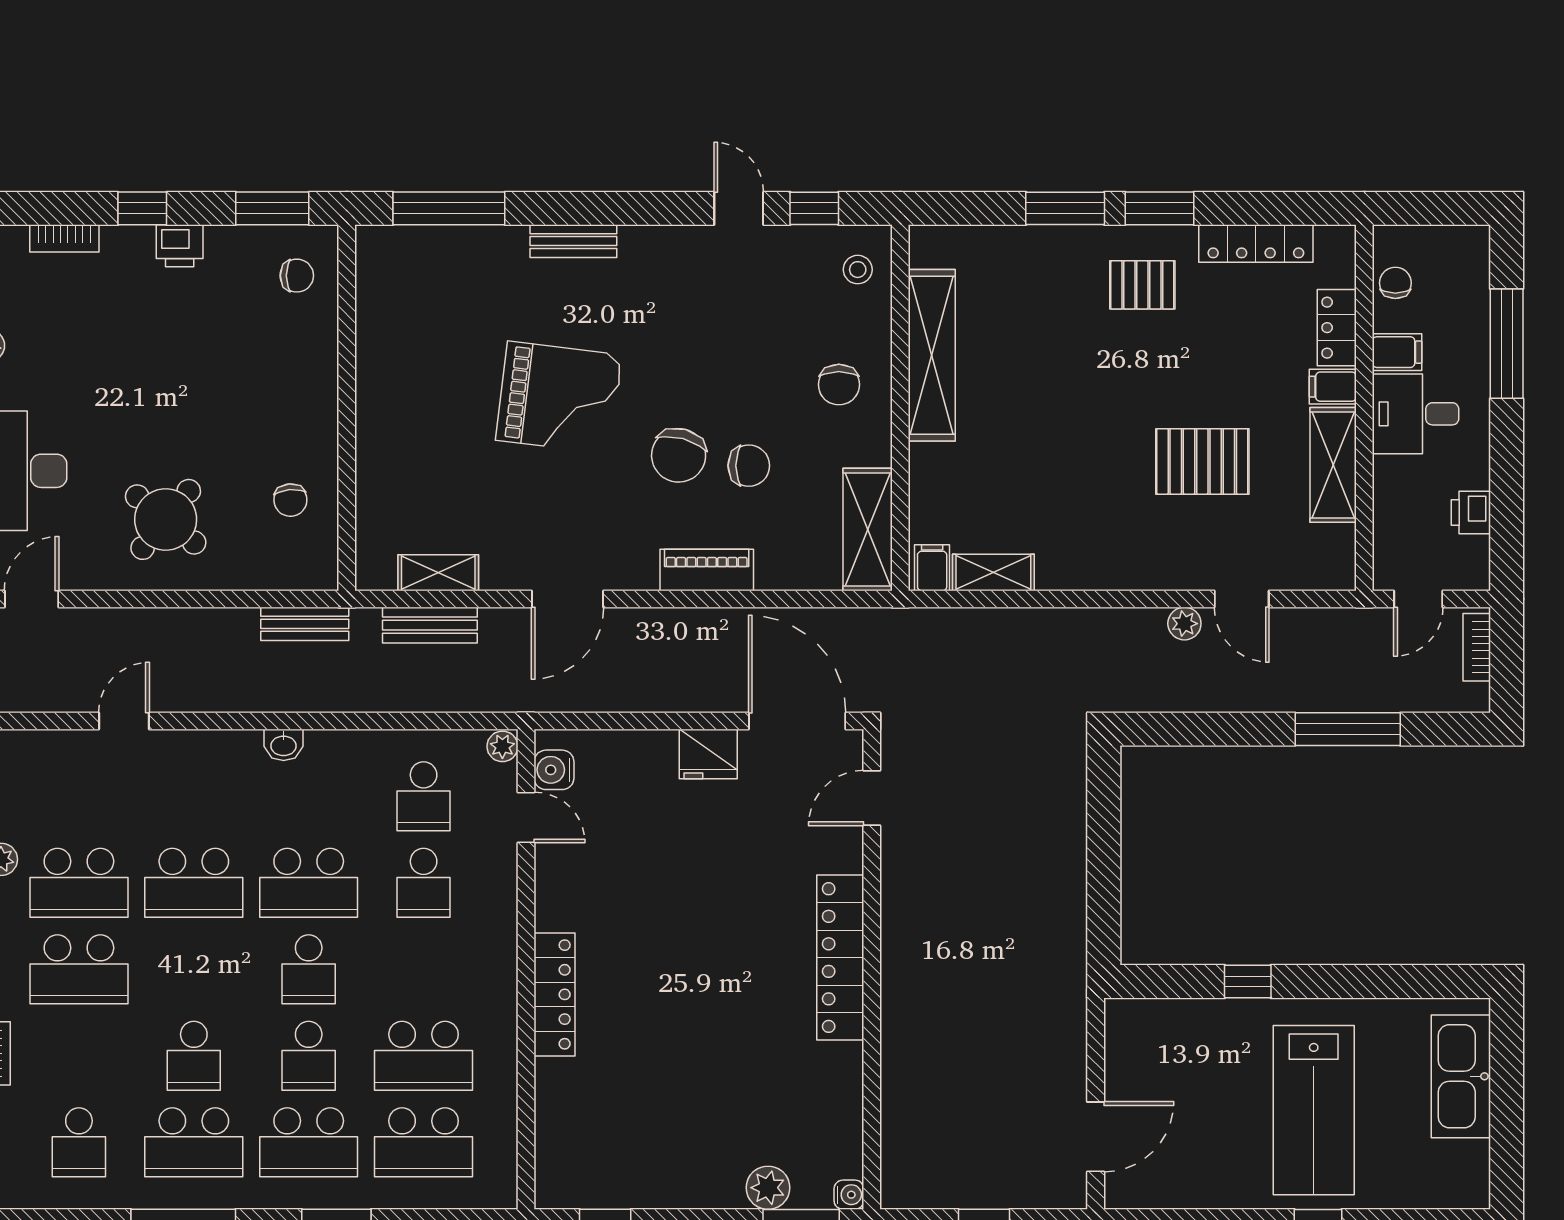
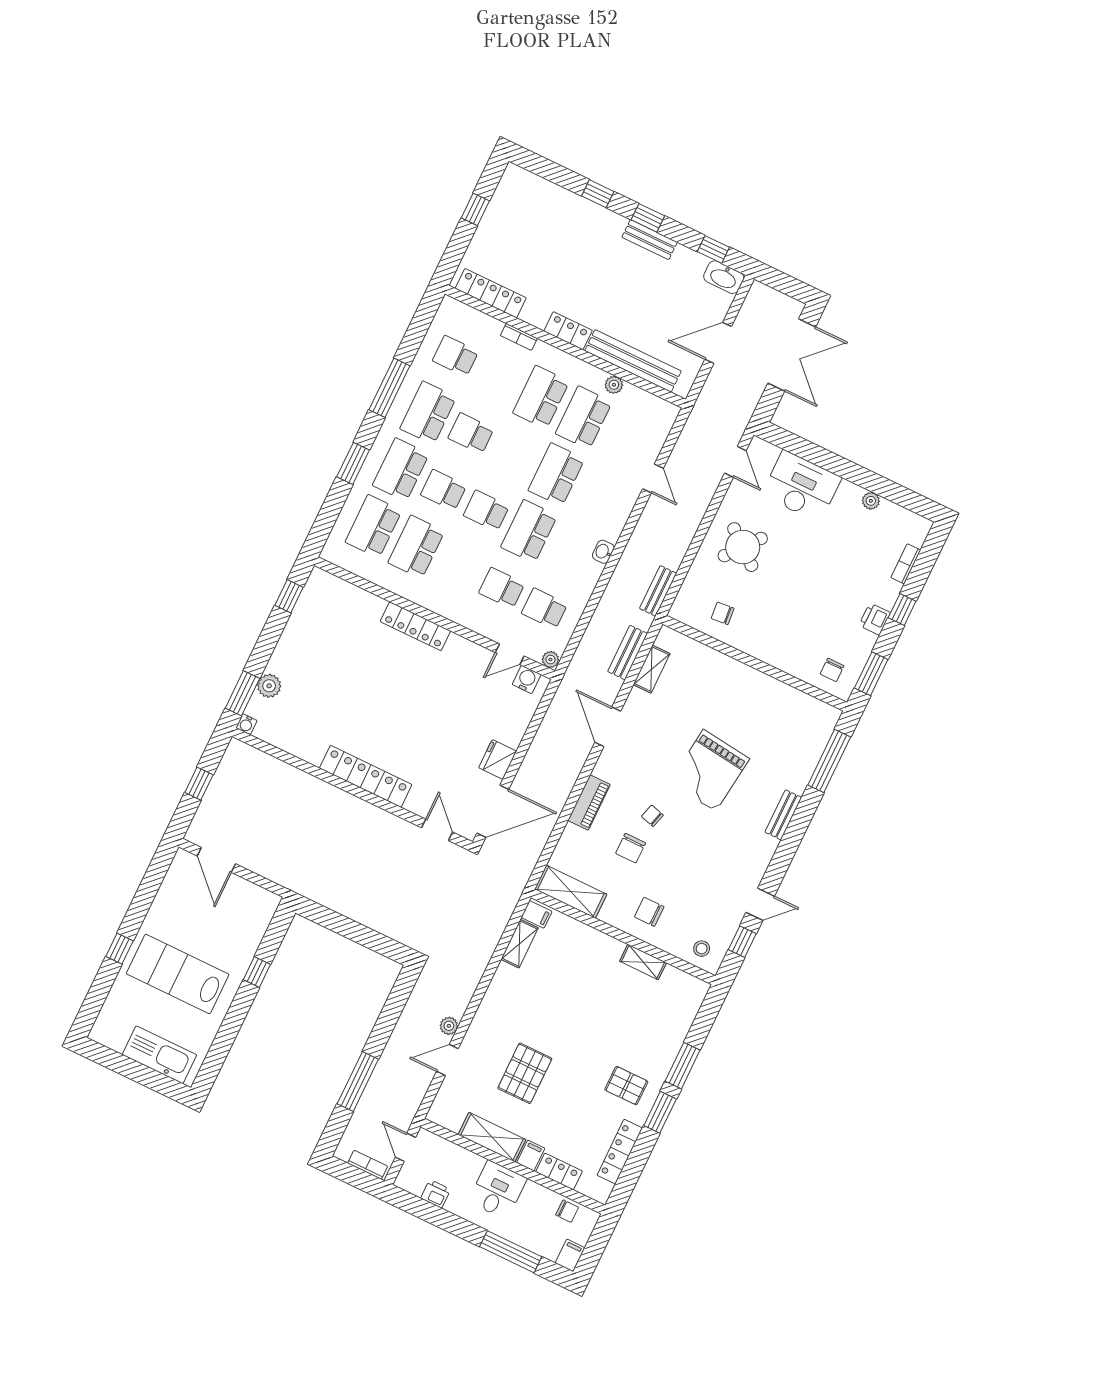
pallet: (1142, 285) -> (626, 1086), turned 90
filing cabinet: (1397, 352) -> (570, 1255), moved, turned 180
shelving: (932, 355) -> (643, 962), width x0.45, depth x0.75
chair: (679, 455) -> (652, 816), width x0.54, depth x0.54

